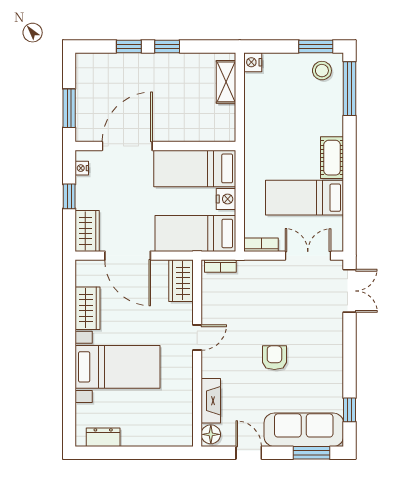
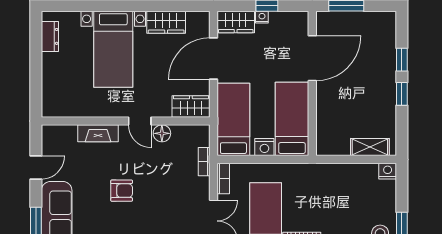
door: (127, 146) -> (312, 58), hinge flipped
nightstand: (82, 168) -> (262, 17), moved
bookcase: (220, 266) -> (204, 162), moved
fireplace: (211, 401) -> (98, 133), moved
floor lamp: (211, 434) -> (162, 133), moved

